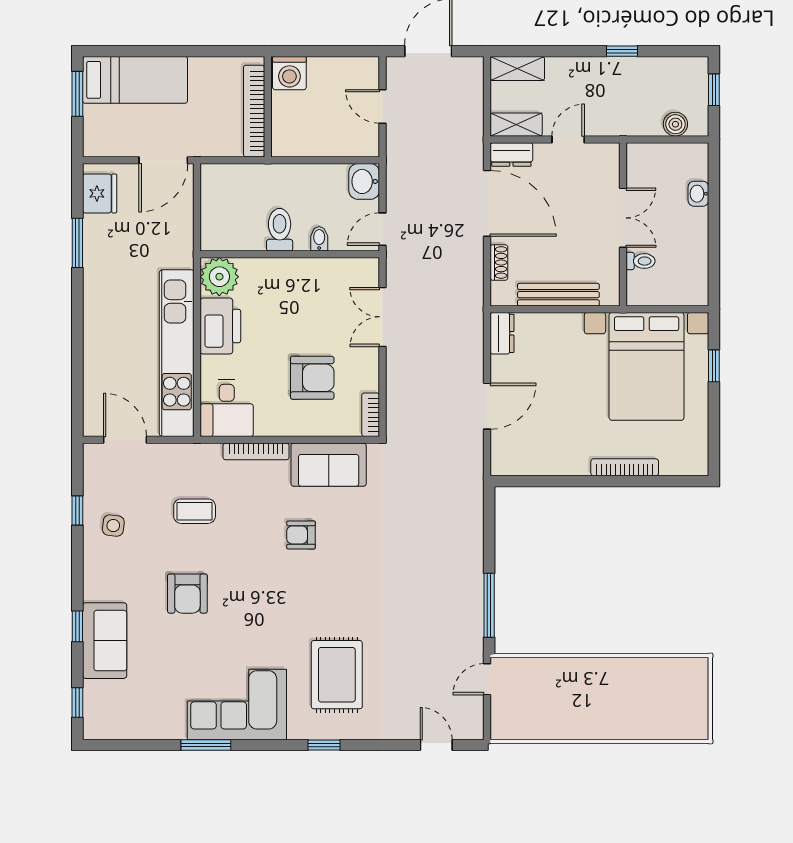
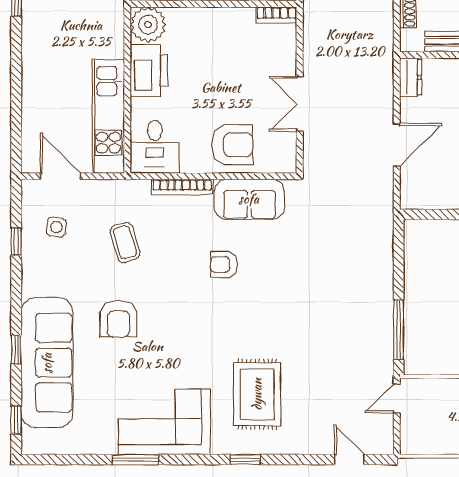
double door: (383, 317) -> (300, 104), moved
kitchen unit: (177, 353) -> (108, 116), width x0.73
armchair: (312, 378) -> (233, 145), moved
bookcase: (371, 415) -> (276, 15), moved, turned -90
coffee table: (195, 511) -> (125, 242), turned 74
side table: (113, 526) -> (56, 227), moved
sofa: (105, 641) -> (47, 363), width x1.85, depth x1.27

